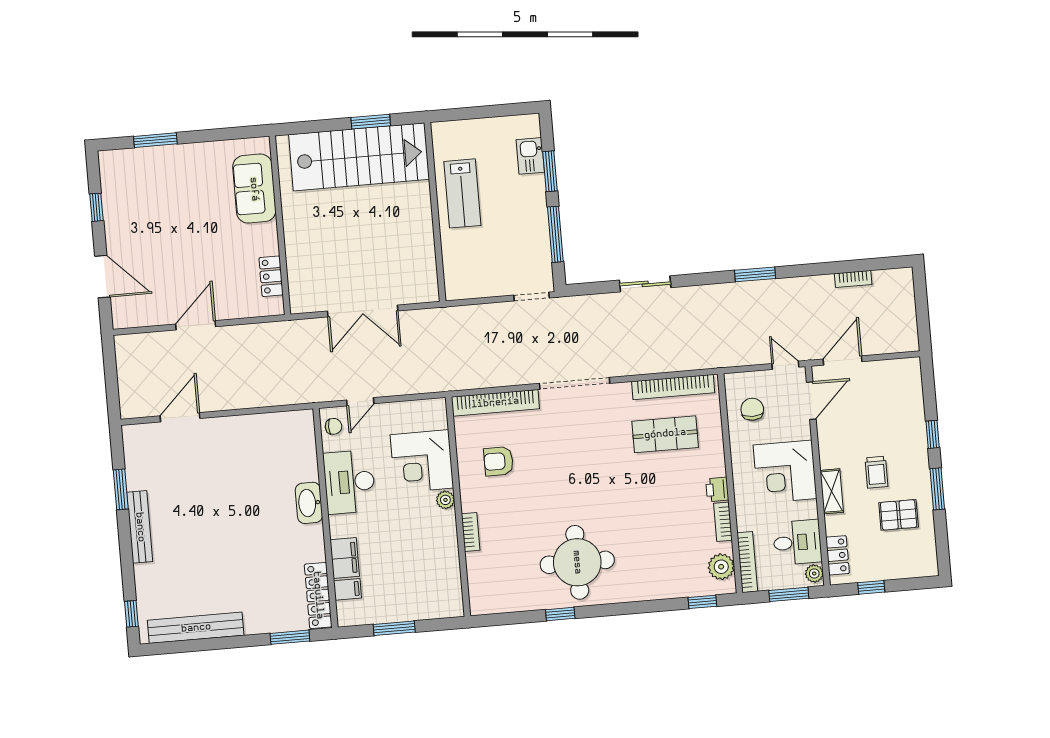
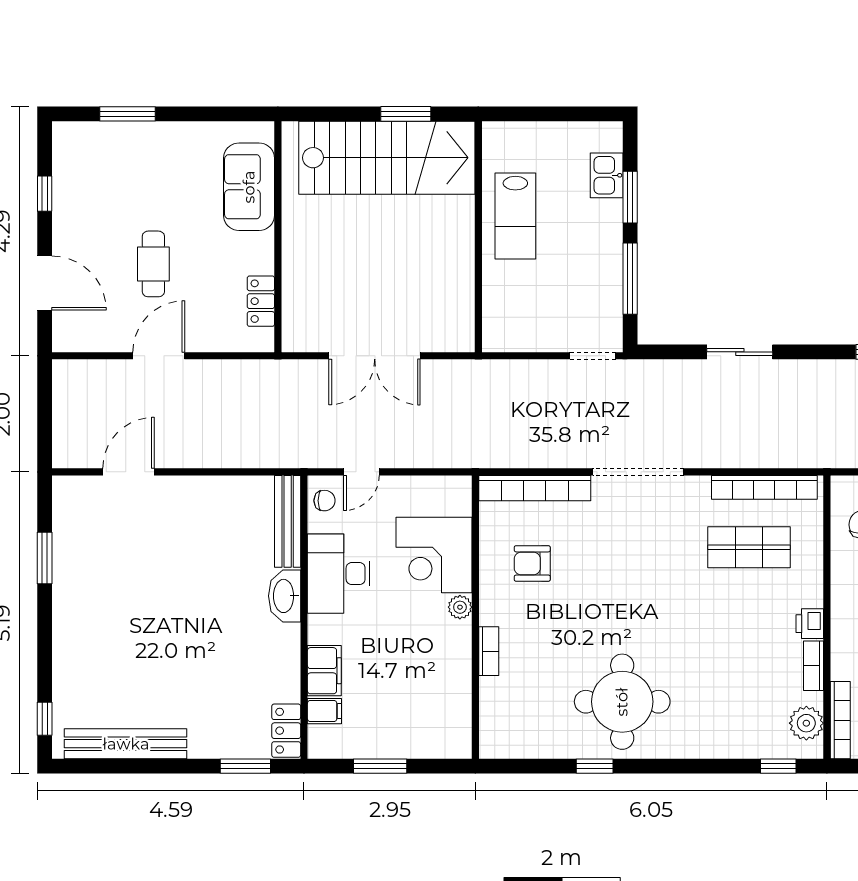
cafe table: (185, 255) -> (153, 264), added
bench: (140, 527) -> (288, 521), moved
locker: (318, 595) -> (286, 731), width x0.66

